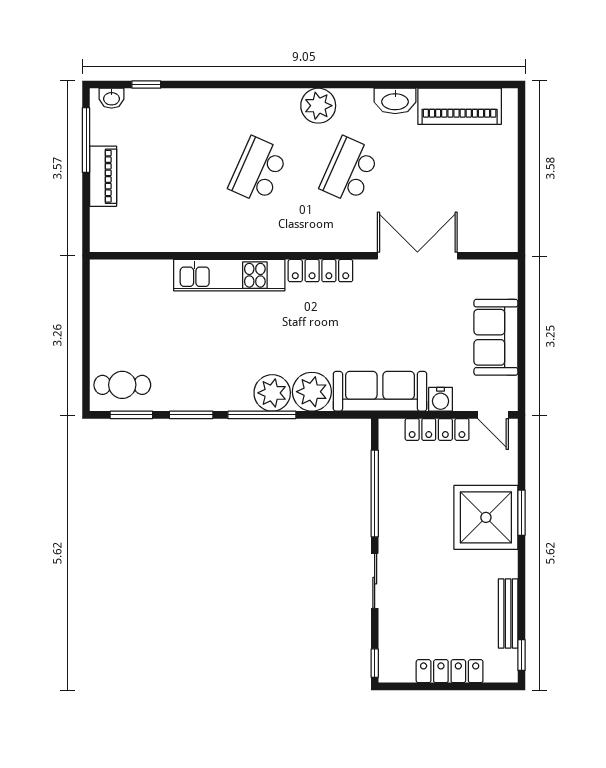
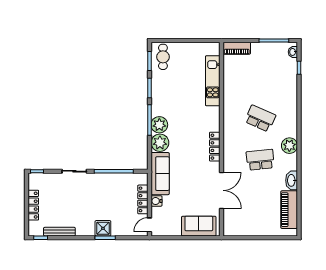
school desk: (349, 170) -> (260, 160), turned -30
piano: (103, 176) -> (237, 48), moved
kitchen unit: (229, 275) -> (213, 81), moved
sofa: (496, 337) -> (199, 226), moved
shower: (486, 517) -> (103, 228), width x0.54, depth x0.54

